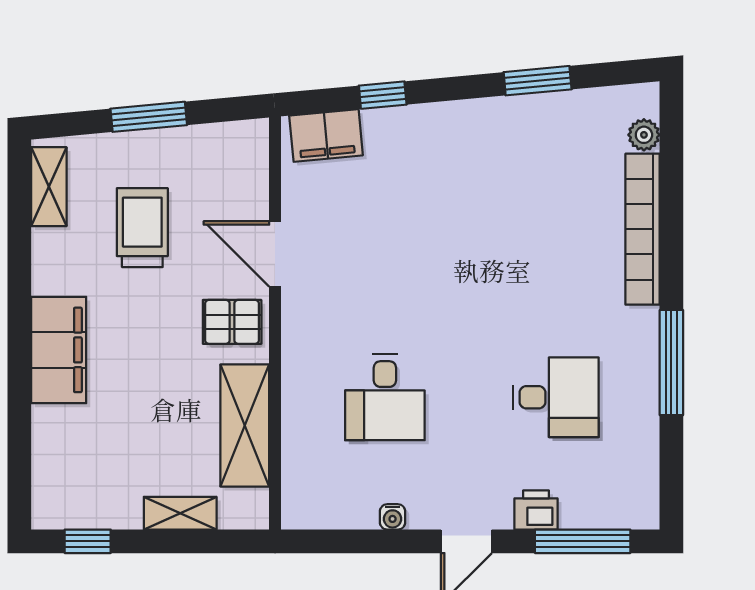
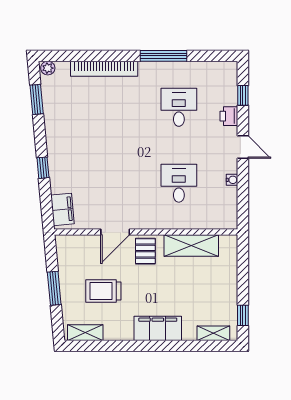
window: (538, 81) -> (37, 99), moved
window: (383, 95) -> (43, 168), moved
plant: (644, 135) -> (48, 68), moved
desk: (385, 397) -> (179, 183), turned -90
shelving: (180, 513) -> (213, 333), moved, turned 90
window: (583, 541) -> (243, 95), width x0.46

